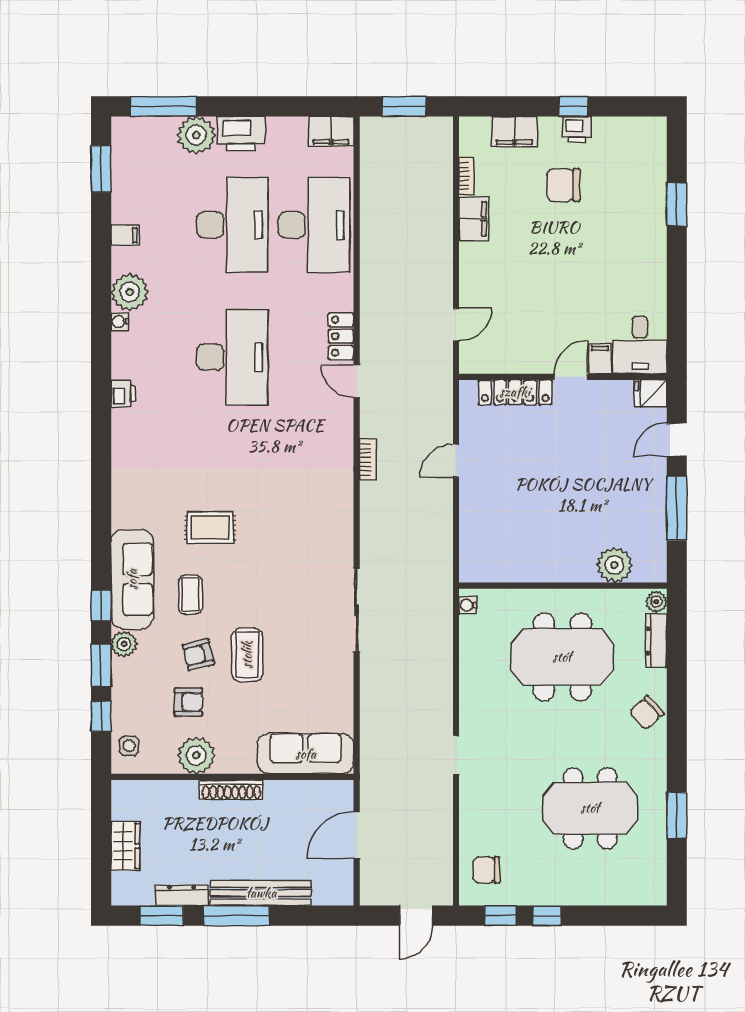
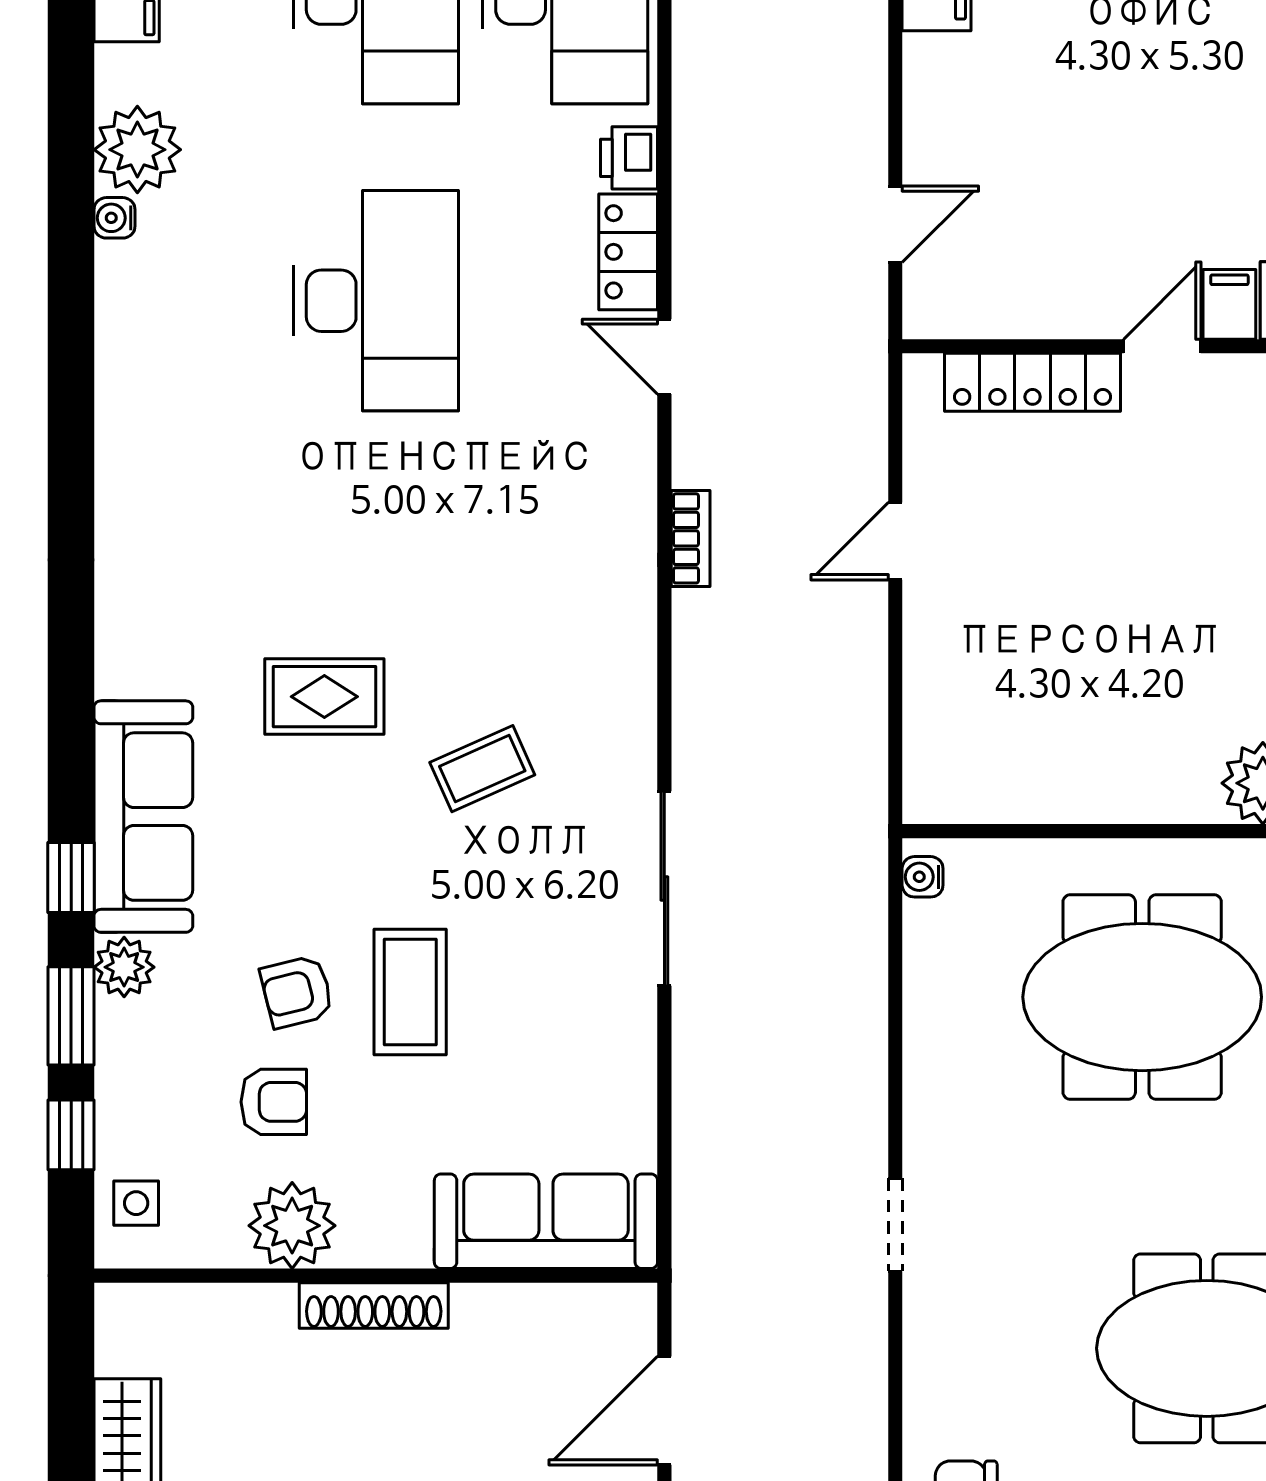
printer: (123, 394) -> (629, 158), moved, turned 180
coffee table: (190, 595) -> (482, 769), moved, turned 66

